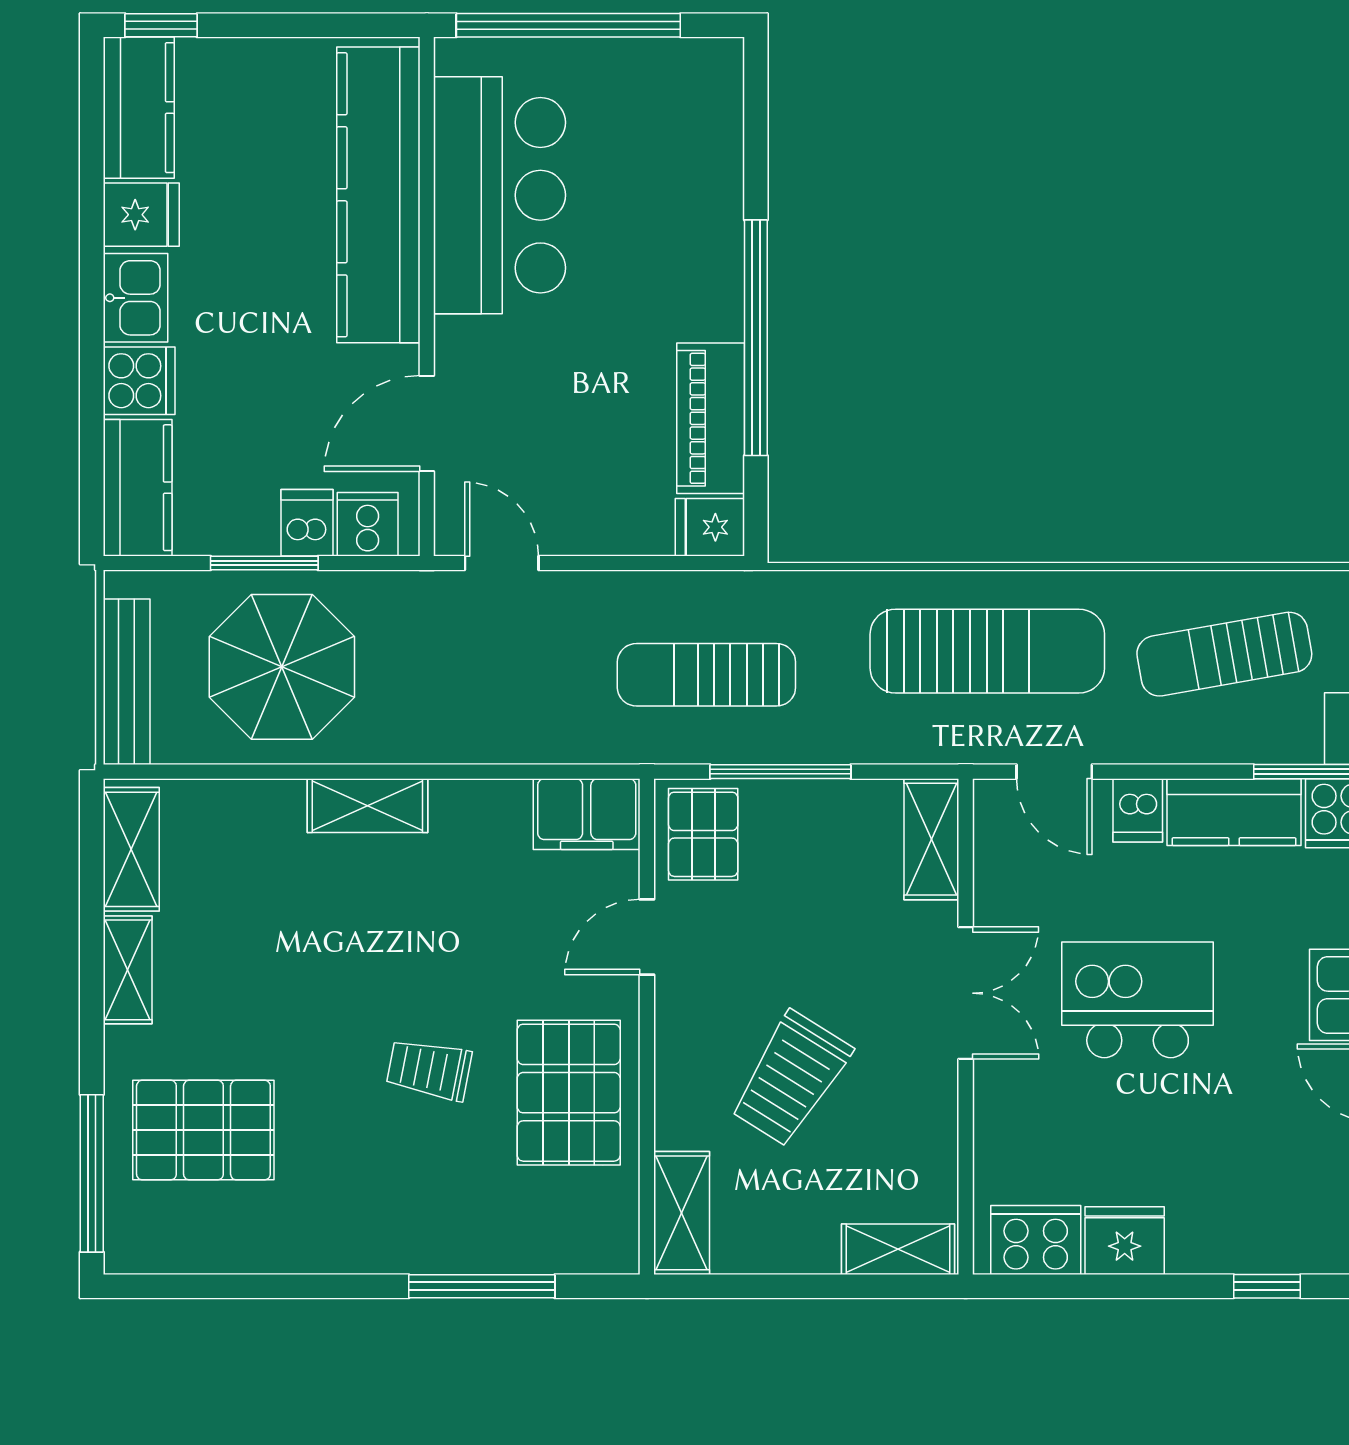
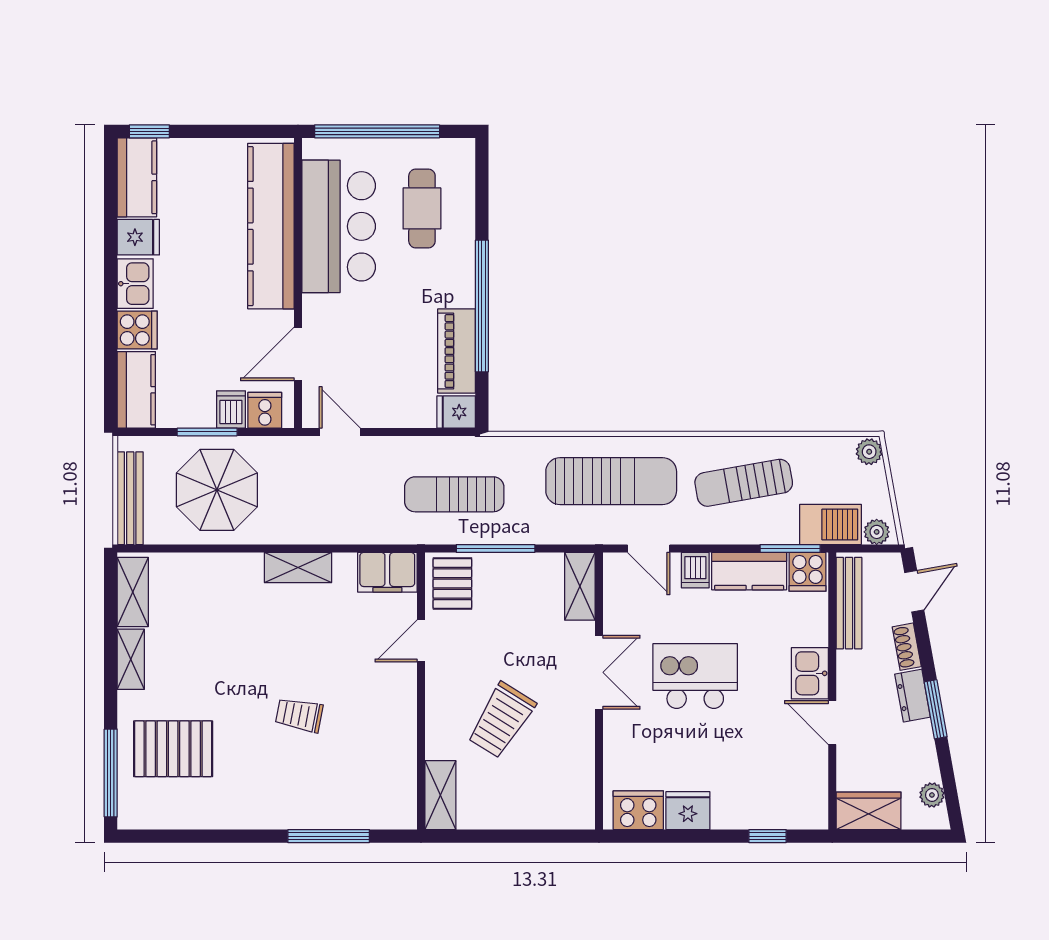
cafe table: (649, 163) -> (422, 208), added
shelving: (367, 806) -> (298, 568), moved
pallet: (569, 1093) -> (377, 728), removed
shelving: (898, 1249) -> (561, 815), removed

